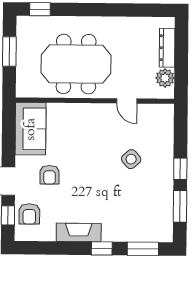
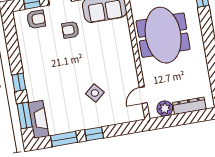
door: (127, 101) -> (143, 95), moved
armchair: (29, 214) -> (36, 19), turned 180
fireplace: (79, 232) -> (38, 119), moved

